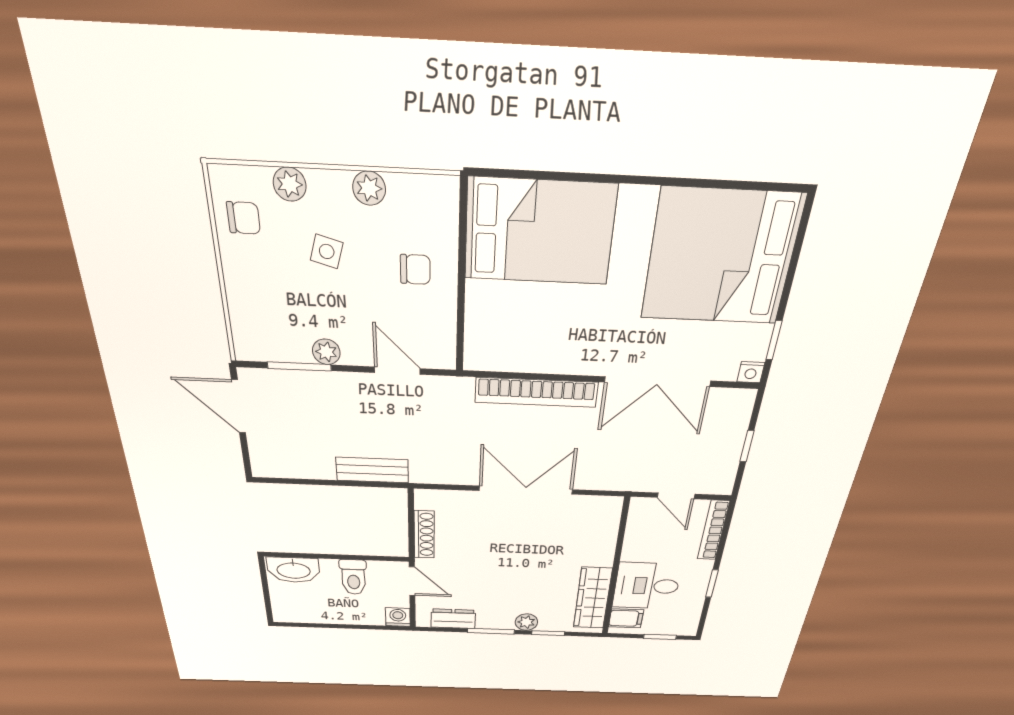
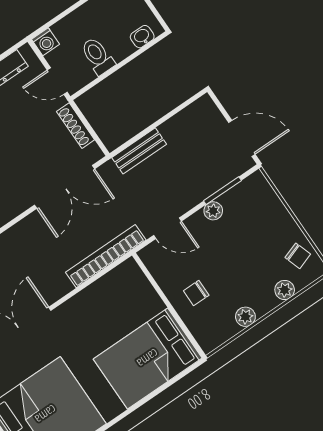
chair: (243, 218) -> (298, 256), turned -109
side table: (327, 251) -> (247, 269), removed
bookcase: (536, 392) -> (106, 256), moved
double door: (526, 490) -> (64, 187), moved
washbasin: (294, 570) -> (142, 37), width x0.52, depth x0.69

